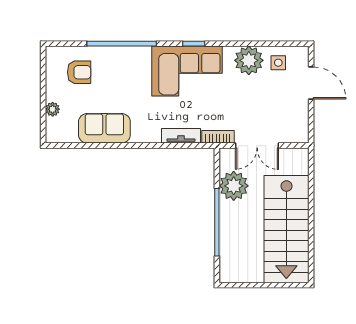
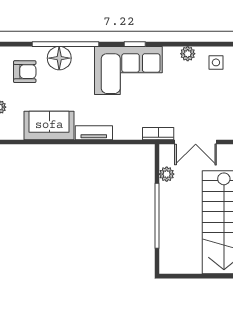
floor lamp: (115, 58) -> (59, 58), added
plant: (249, 60) -> (188, 54), width x0.53, depth x0.53
tv unit: (181, 136) -> (94, 133), moved
plant: (234, 186) -> (167, 174), width x0.53, depth x0.53

